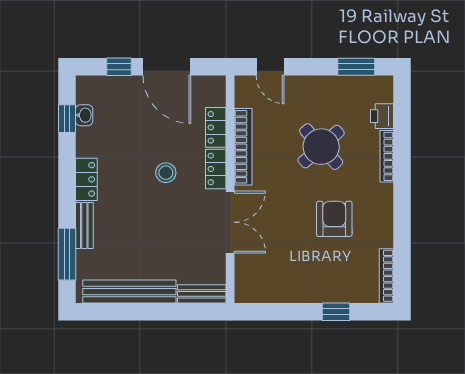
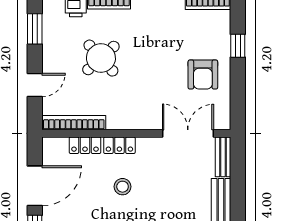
door: (270, 67) -> (35, 85), moved
bookcase: (243, 147) -> (74, 123), moved
armchair: (334, 219) -> (203, 75), moved, turned -90
double door: (230, 222) -> (188, 133), moved

